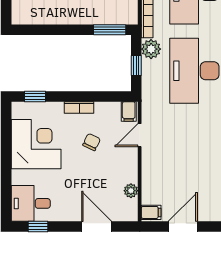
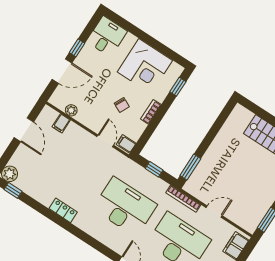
plant: (151, 49) -> (159, 187), removed
filing cabinet: (151, 212) -> (61, 123), moved
window: (38, 227) -> (77, 48), moved

